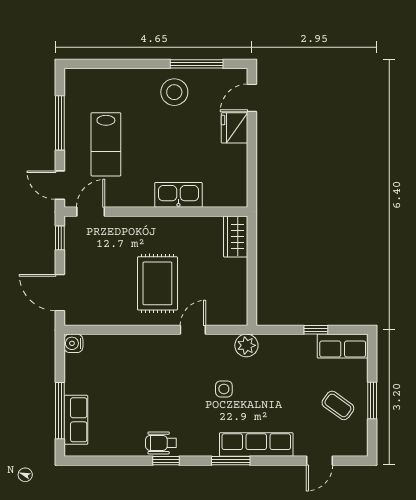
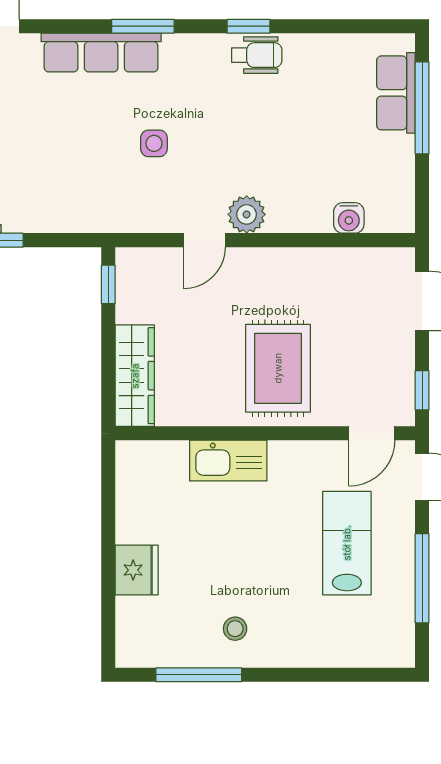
stool: (174, 92) -> (235, 629), width x0.53, depth x0.53
door: (252, 98) -> (108, 619), removed
wardrobe: (236, 237) -> (135, 376), width x1.50
rug: (157, 283) -> (278, 368), moved
window: (252, 303) -> (108, 284), added
water cooler: (73, 343) -> (349, 218), moved, turned 90
plant: (246, 345) -> (247, 214), moved

